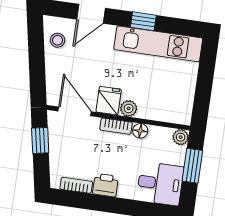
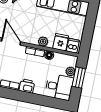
fridge: (109, 101) -> (61, 42), moved
dishwasher: (179, 113) -> (73, 46), added
plant: (181, 137) -> (70, 71), moved

